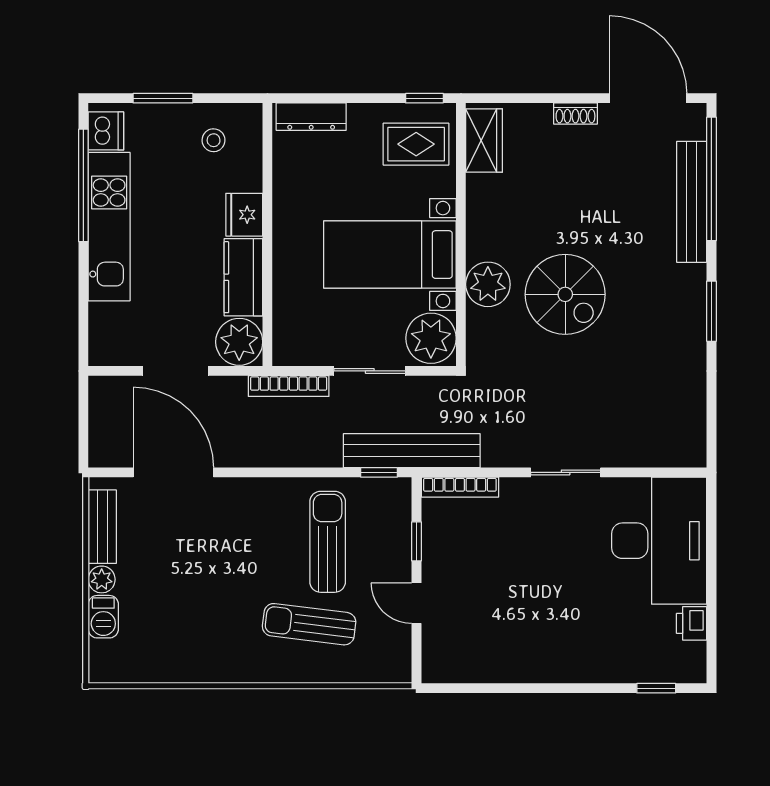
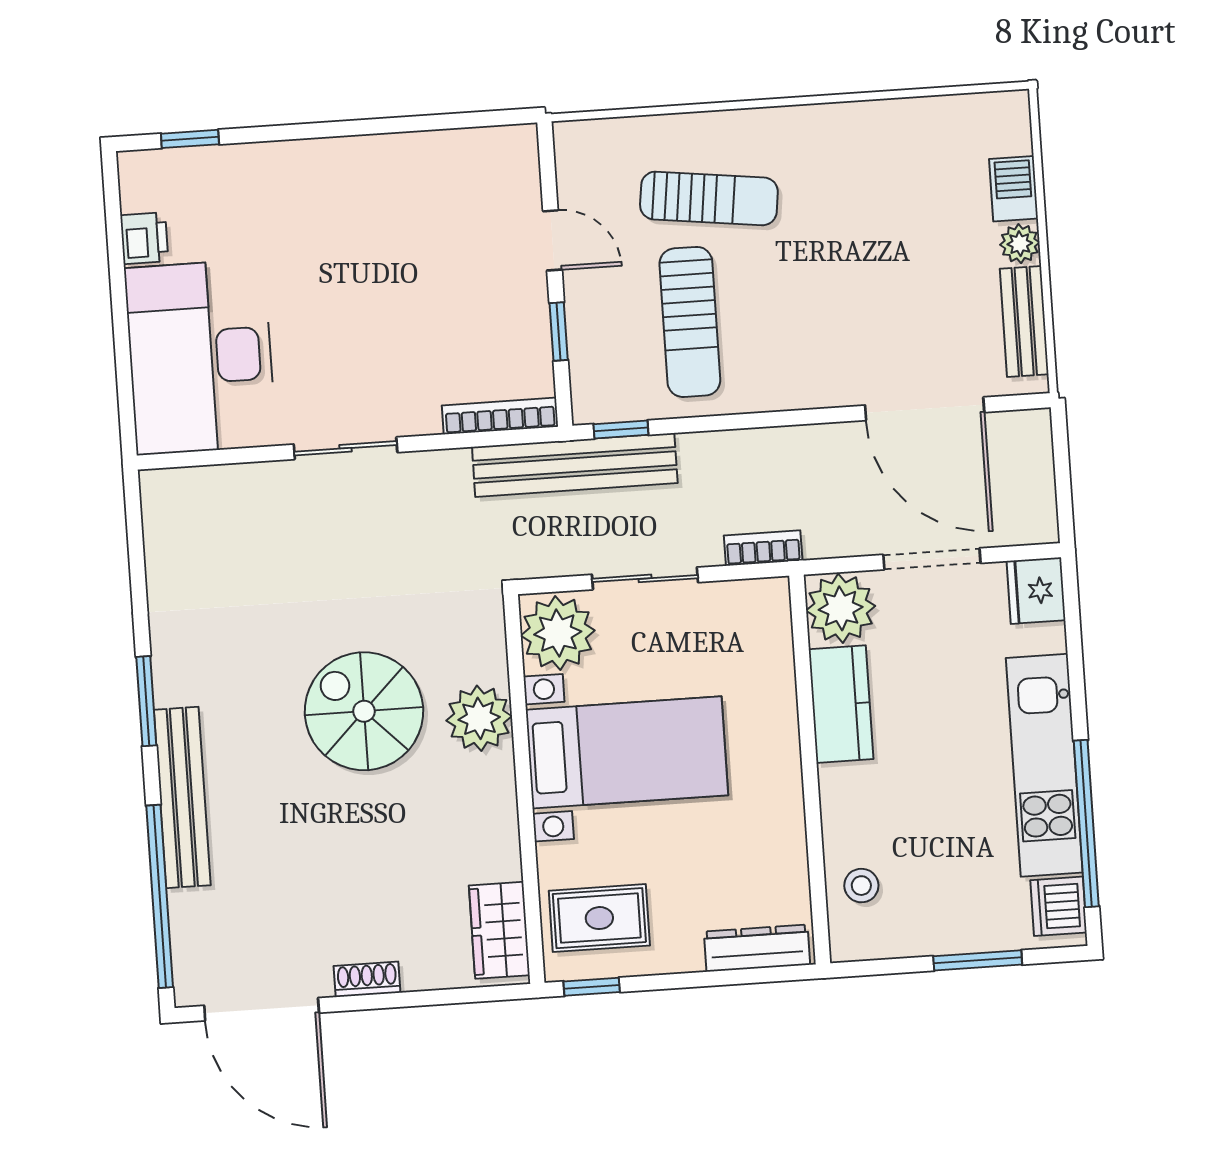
stool: (214, 140) -> (861, 886), moved
bench: (692, 202) -> (182, 797), moved
fridge: (244, 215) -> (1036, 591), moved, turned 180
bookcase: (289, 386) -> (763, 548), width x0.64

